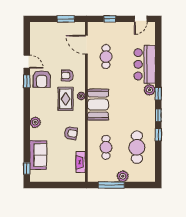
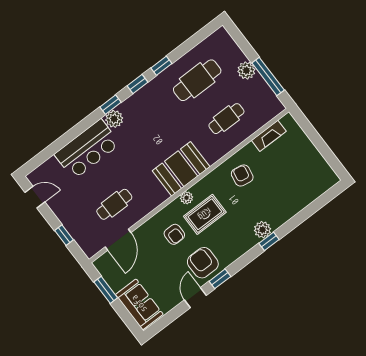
armchair: (42, 79) -> (203, 263), turned -90
sofa: (38, 155) -> (139, 304), moved, turned 90
window: (27, 169) -> (269, 241), moved

